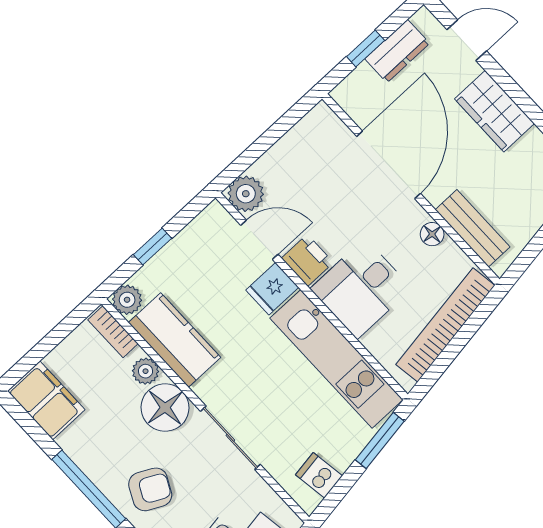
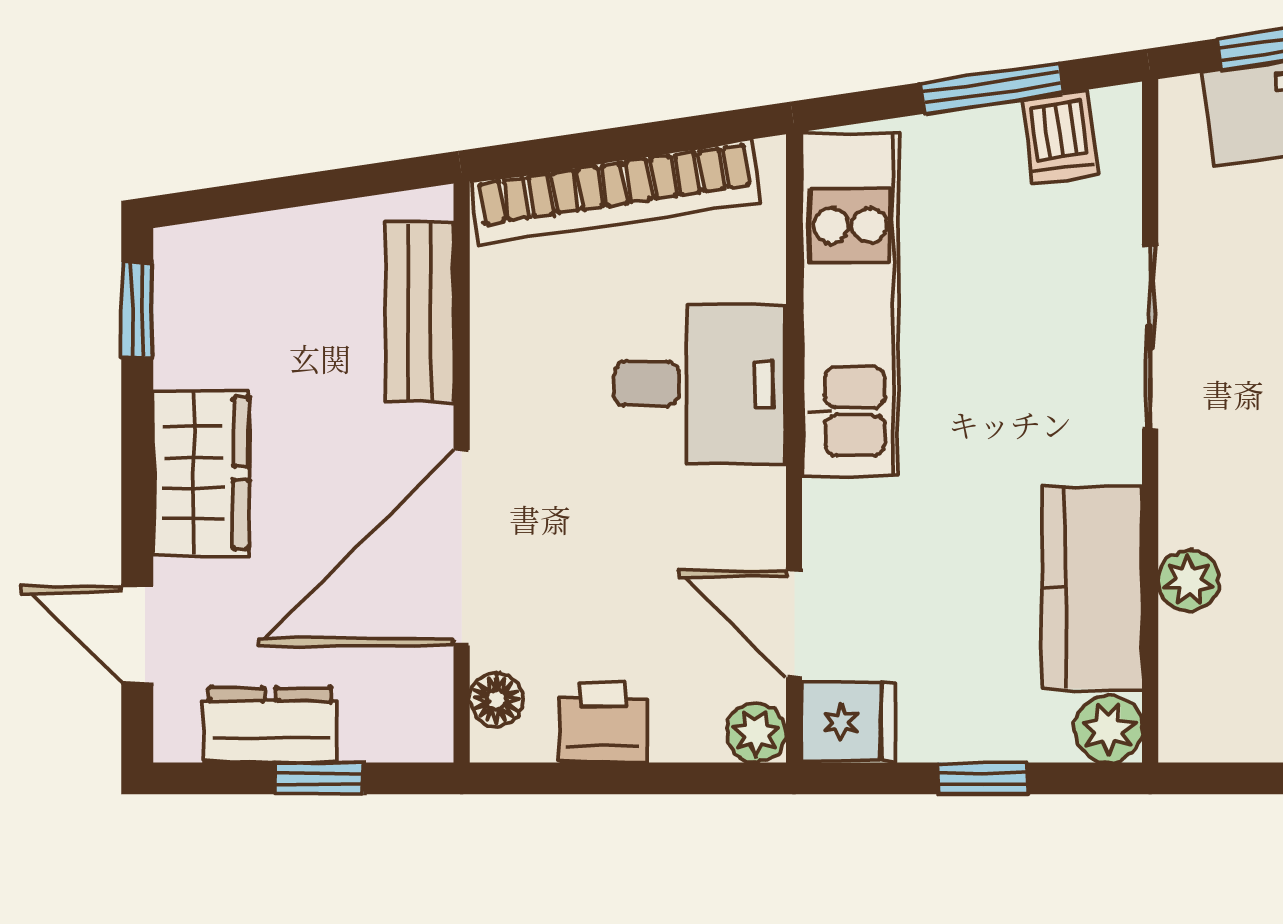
plant: (246, 194) -> (756, 733), width x0.73, depth x0.73
floor lamp: (432, 234) -> (496, 699), moved
printer: (307, 260) -> (603, 722), moved, turned 90
fridge: (272, 289) -> (849, 722), moved
bookcase: (113, 332) -> (1182, 697), removed
floor lamp: (165, 408) -> (1213, 489), removed
window: (380, 440) -> (992, 88), moved

